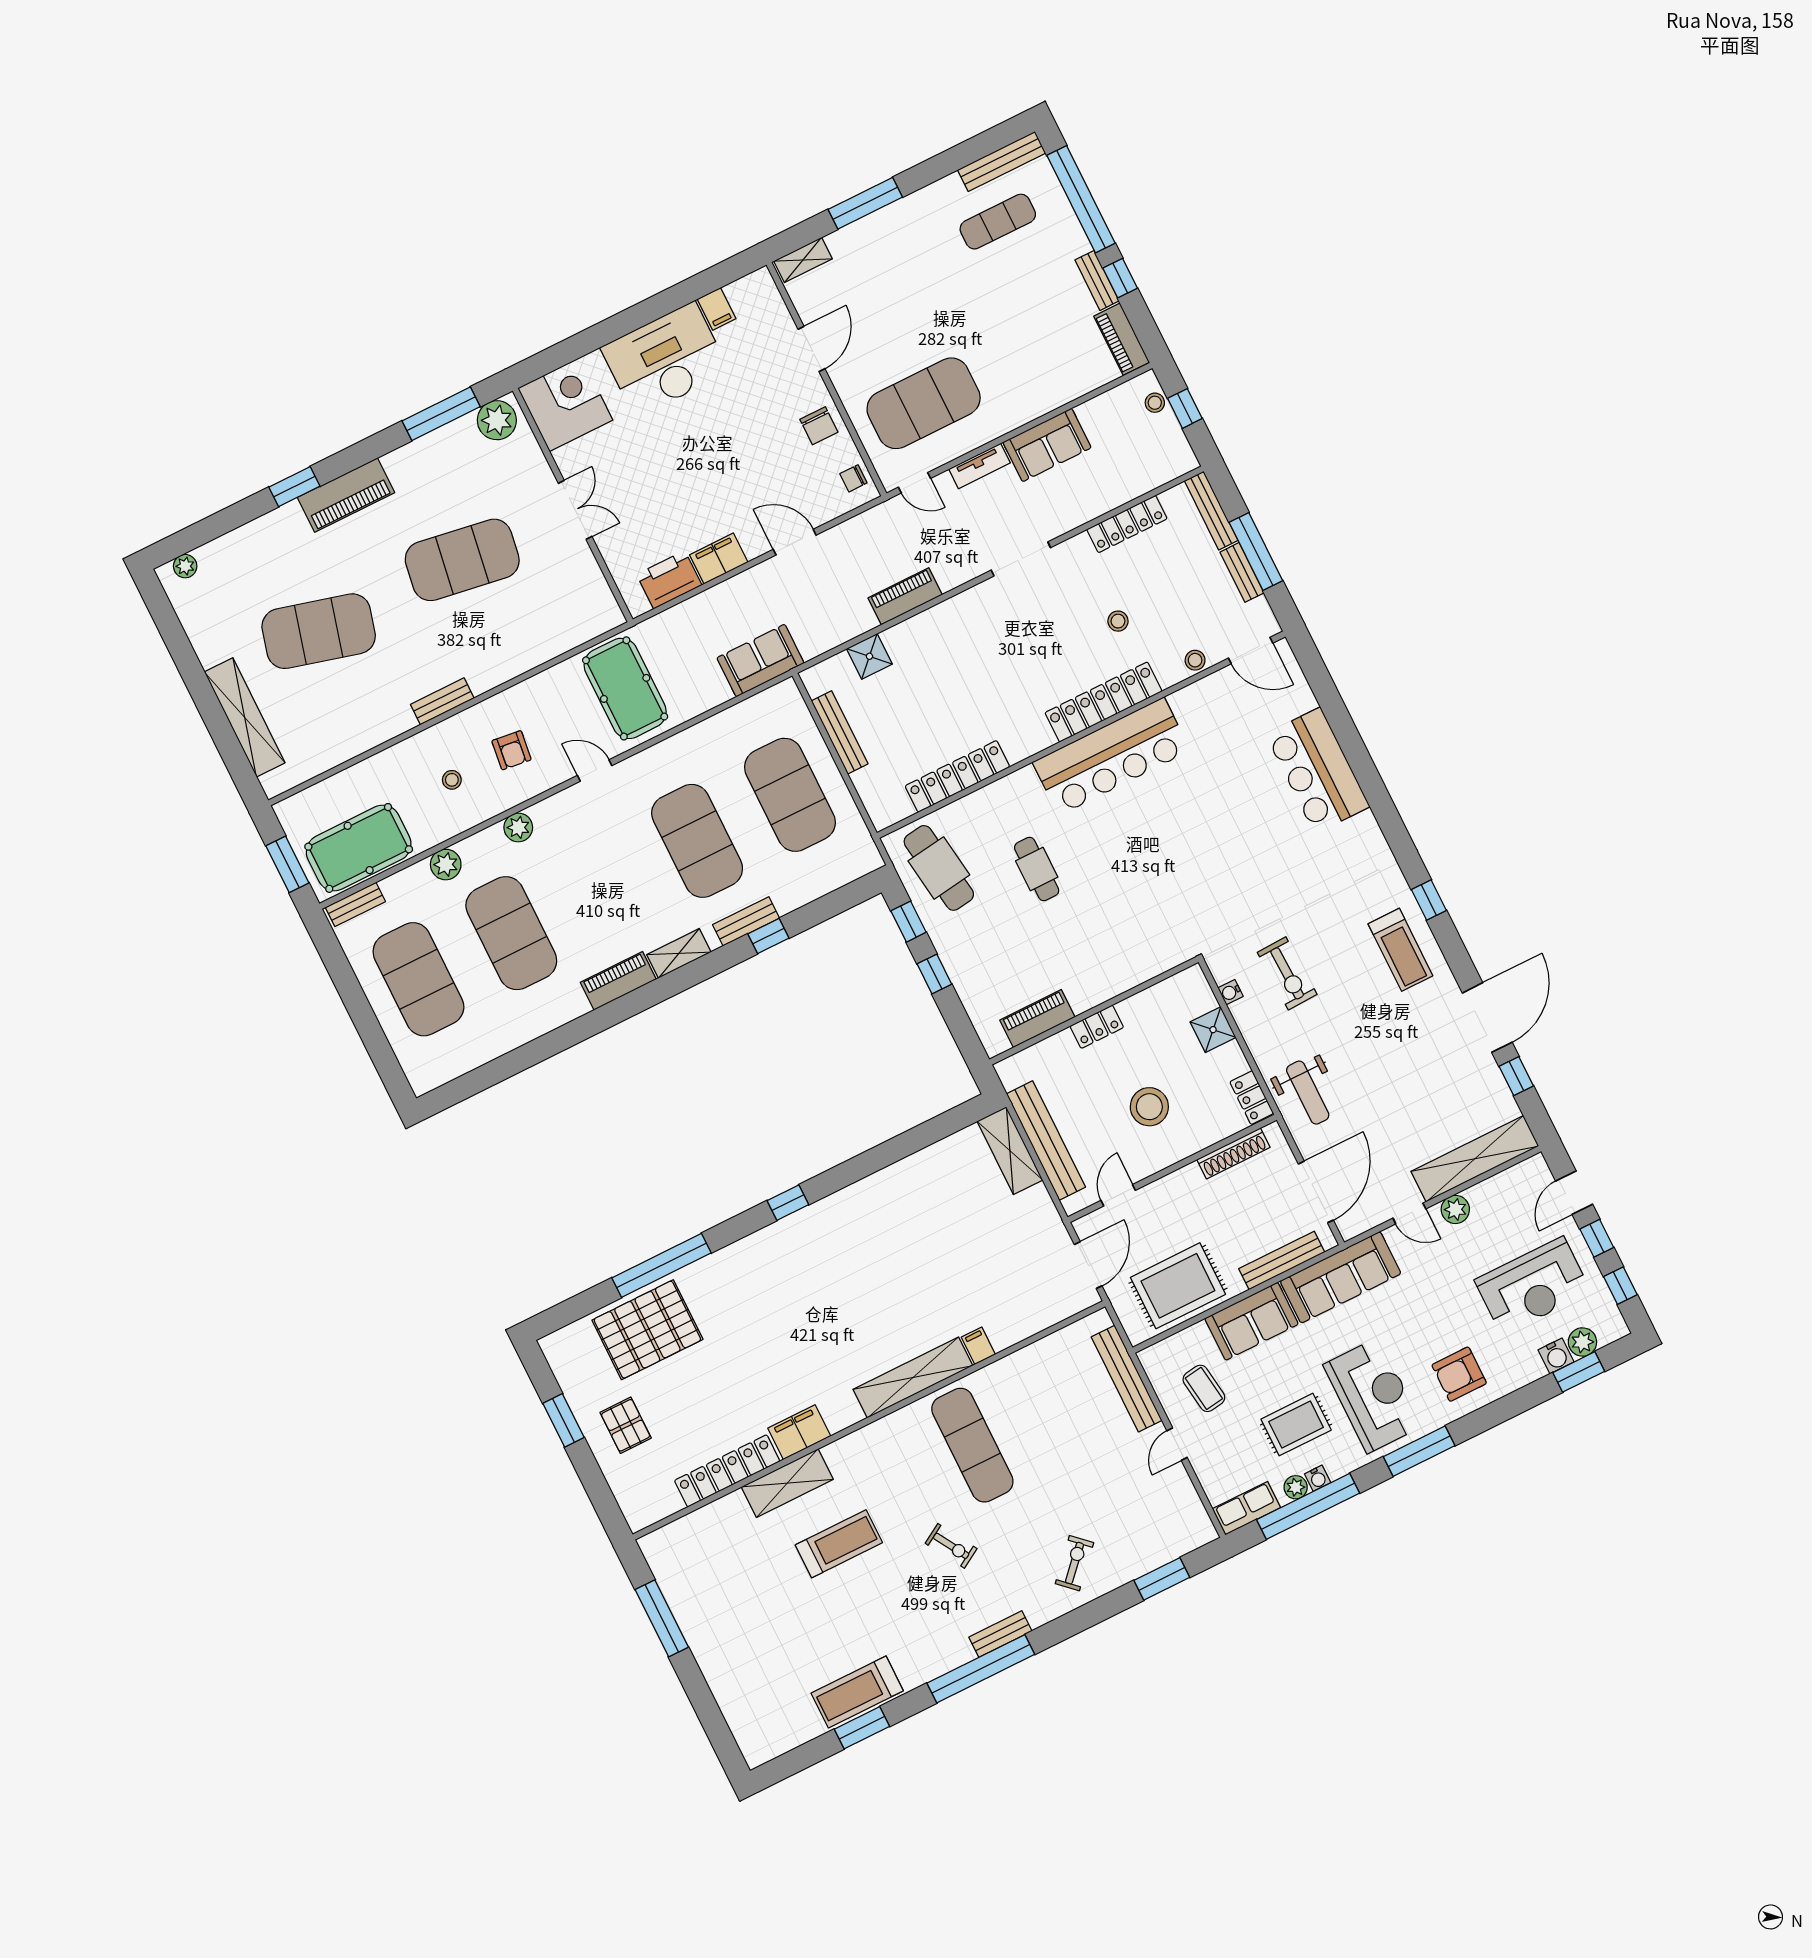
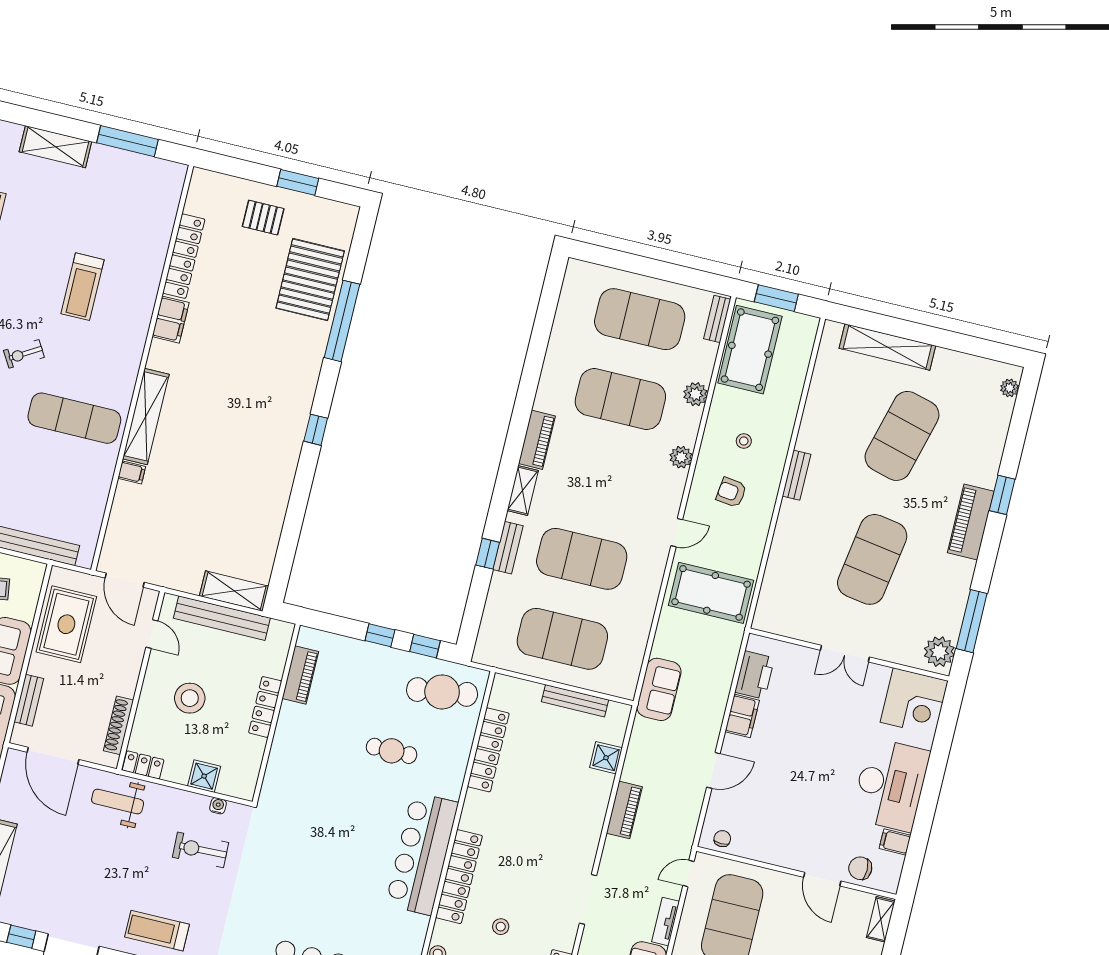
chair: (819, 426) -> (860, 868), moved
locker: (1097, 1027) -> (265, 707), width x1.53
bench: (1282, 1260) -> (29, 700), width x0.73
shelving: (787, 1483) -> (55, 147), moved, turned 90

